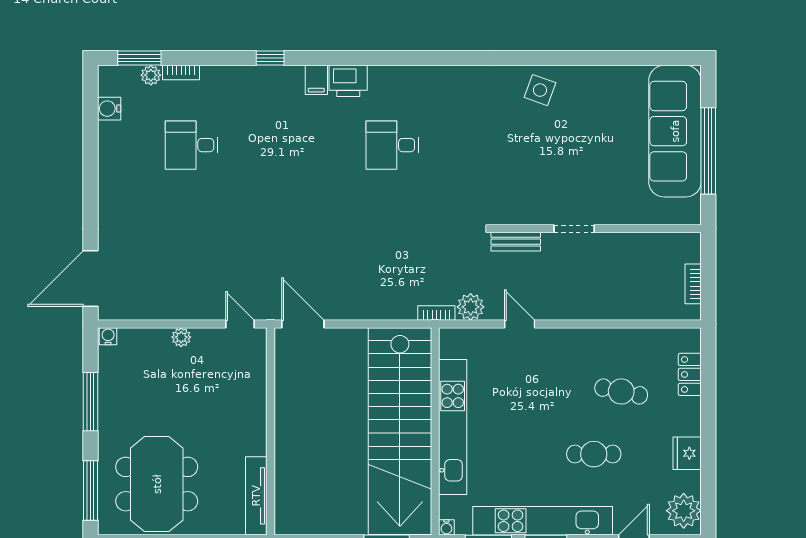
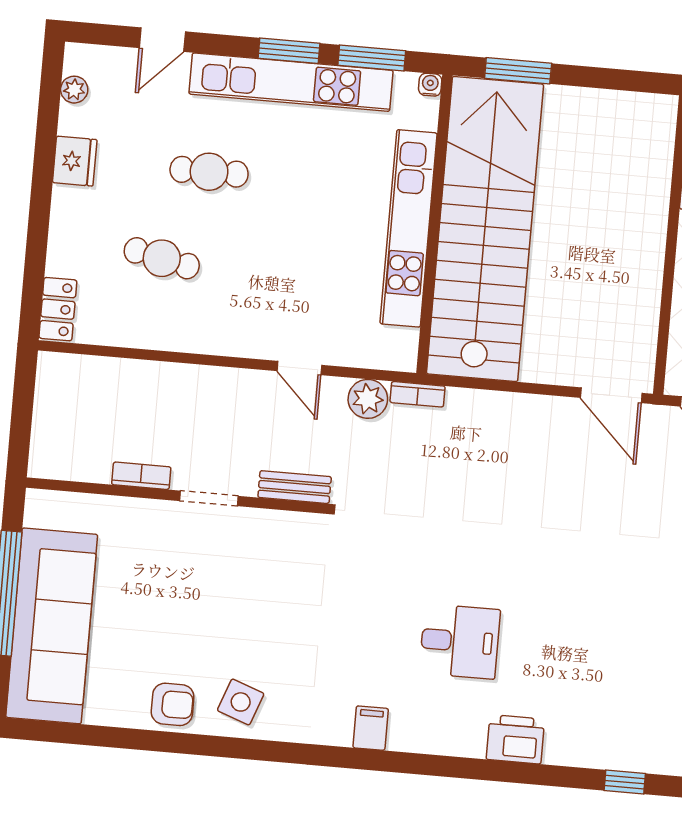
filing cabinet: (316, 80) -> (371, 728), moved
armchair: (587, 84) -> (173, 704), added
bookcase: (693, 284) -> (141, 476), moved, turned -90
locker: (690, 374) -> (58, 309), moved
plant: (684, 511) -> (74, 90), width x0.53, depth x0.53

